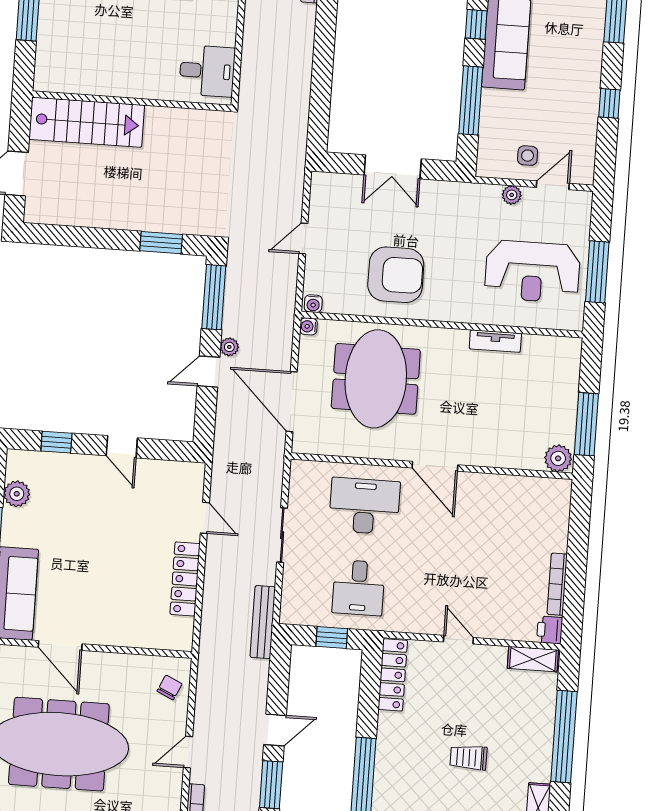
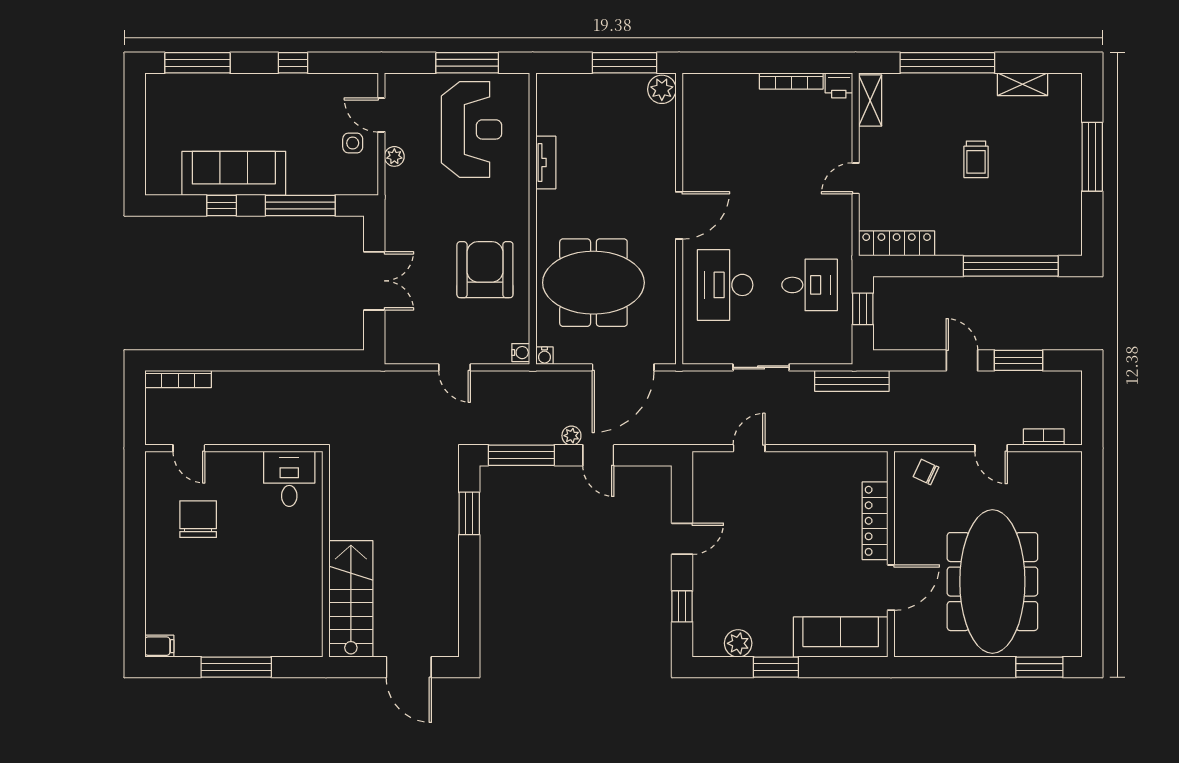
locker: (185, 579) -> (875, 521), moved, turned 90

